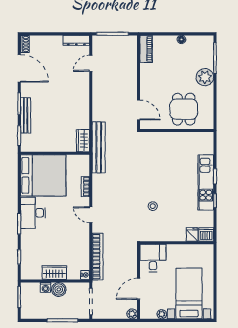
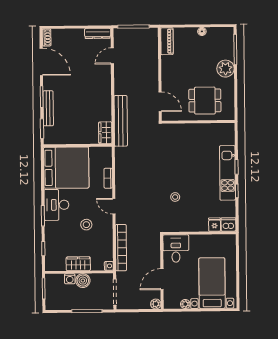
dining table: (184, 109) -> (205, 101), turned 90
bench: (99, 147) -> (121, 121), moved
stool: (63, 233) -> (86, 225), added

